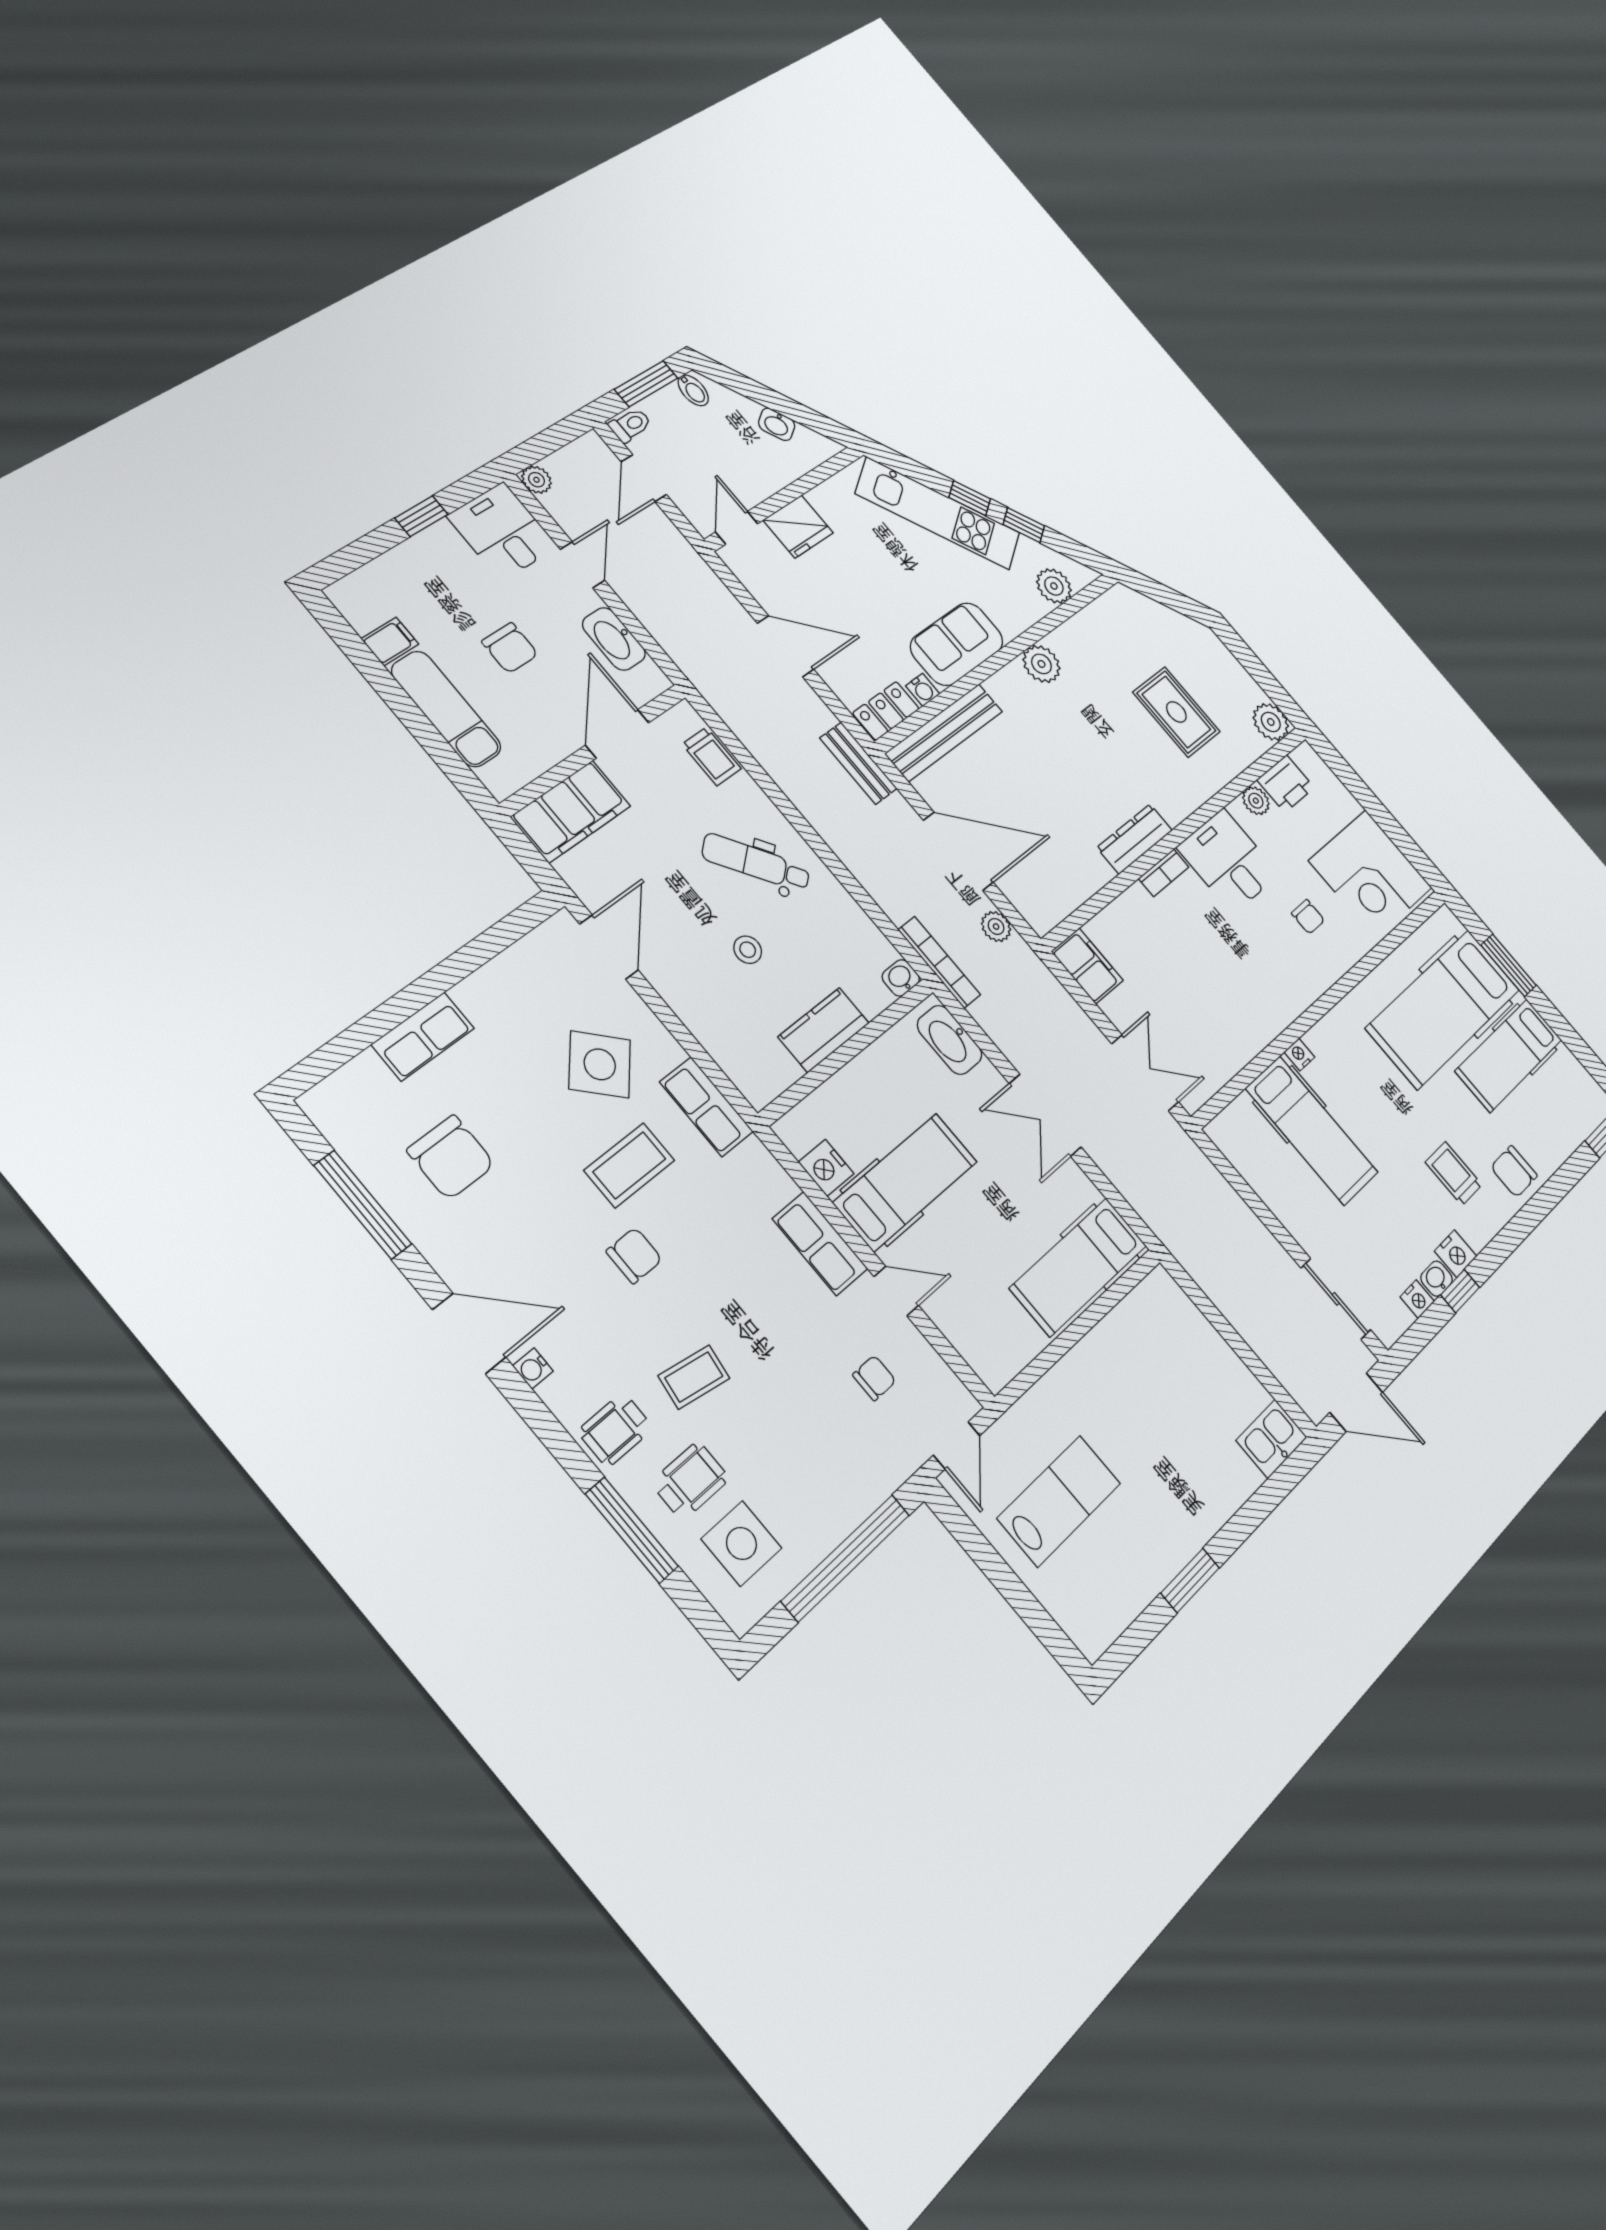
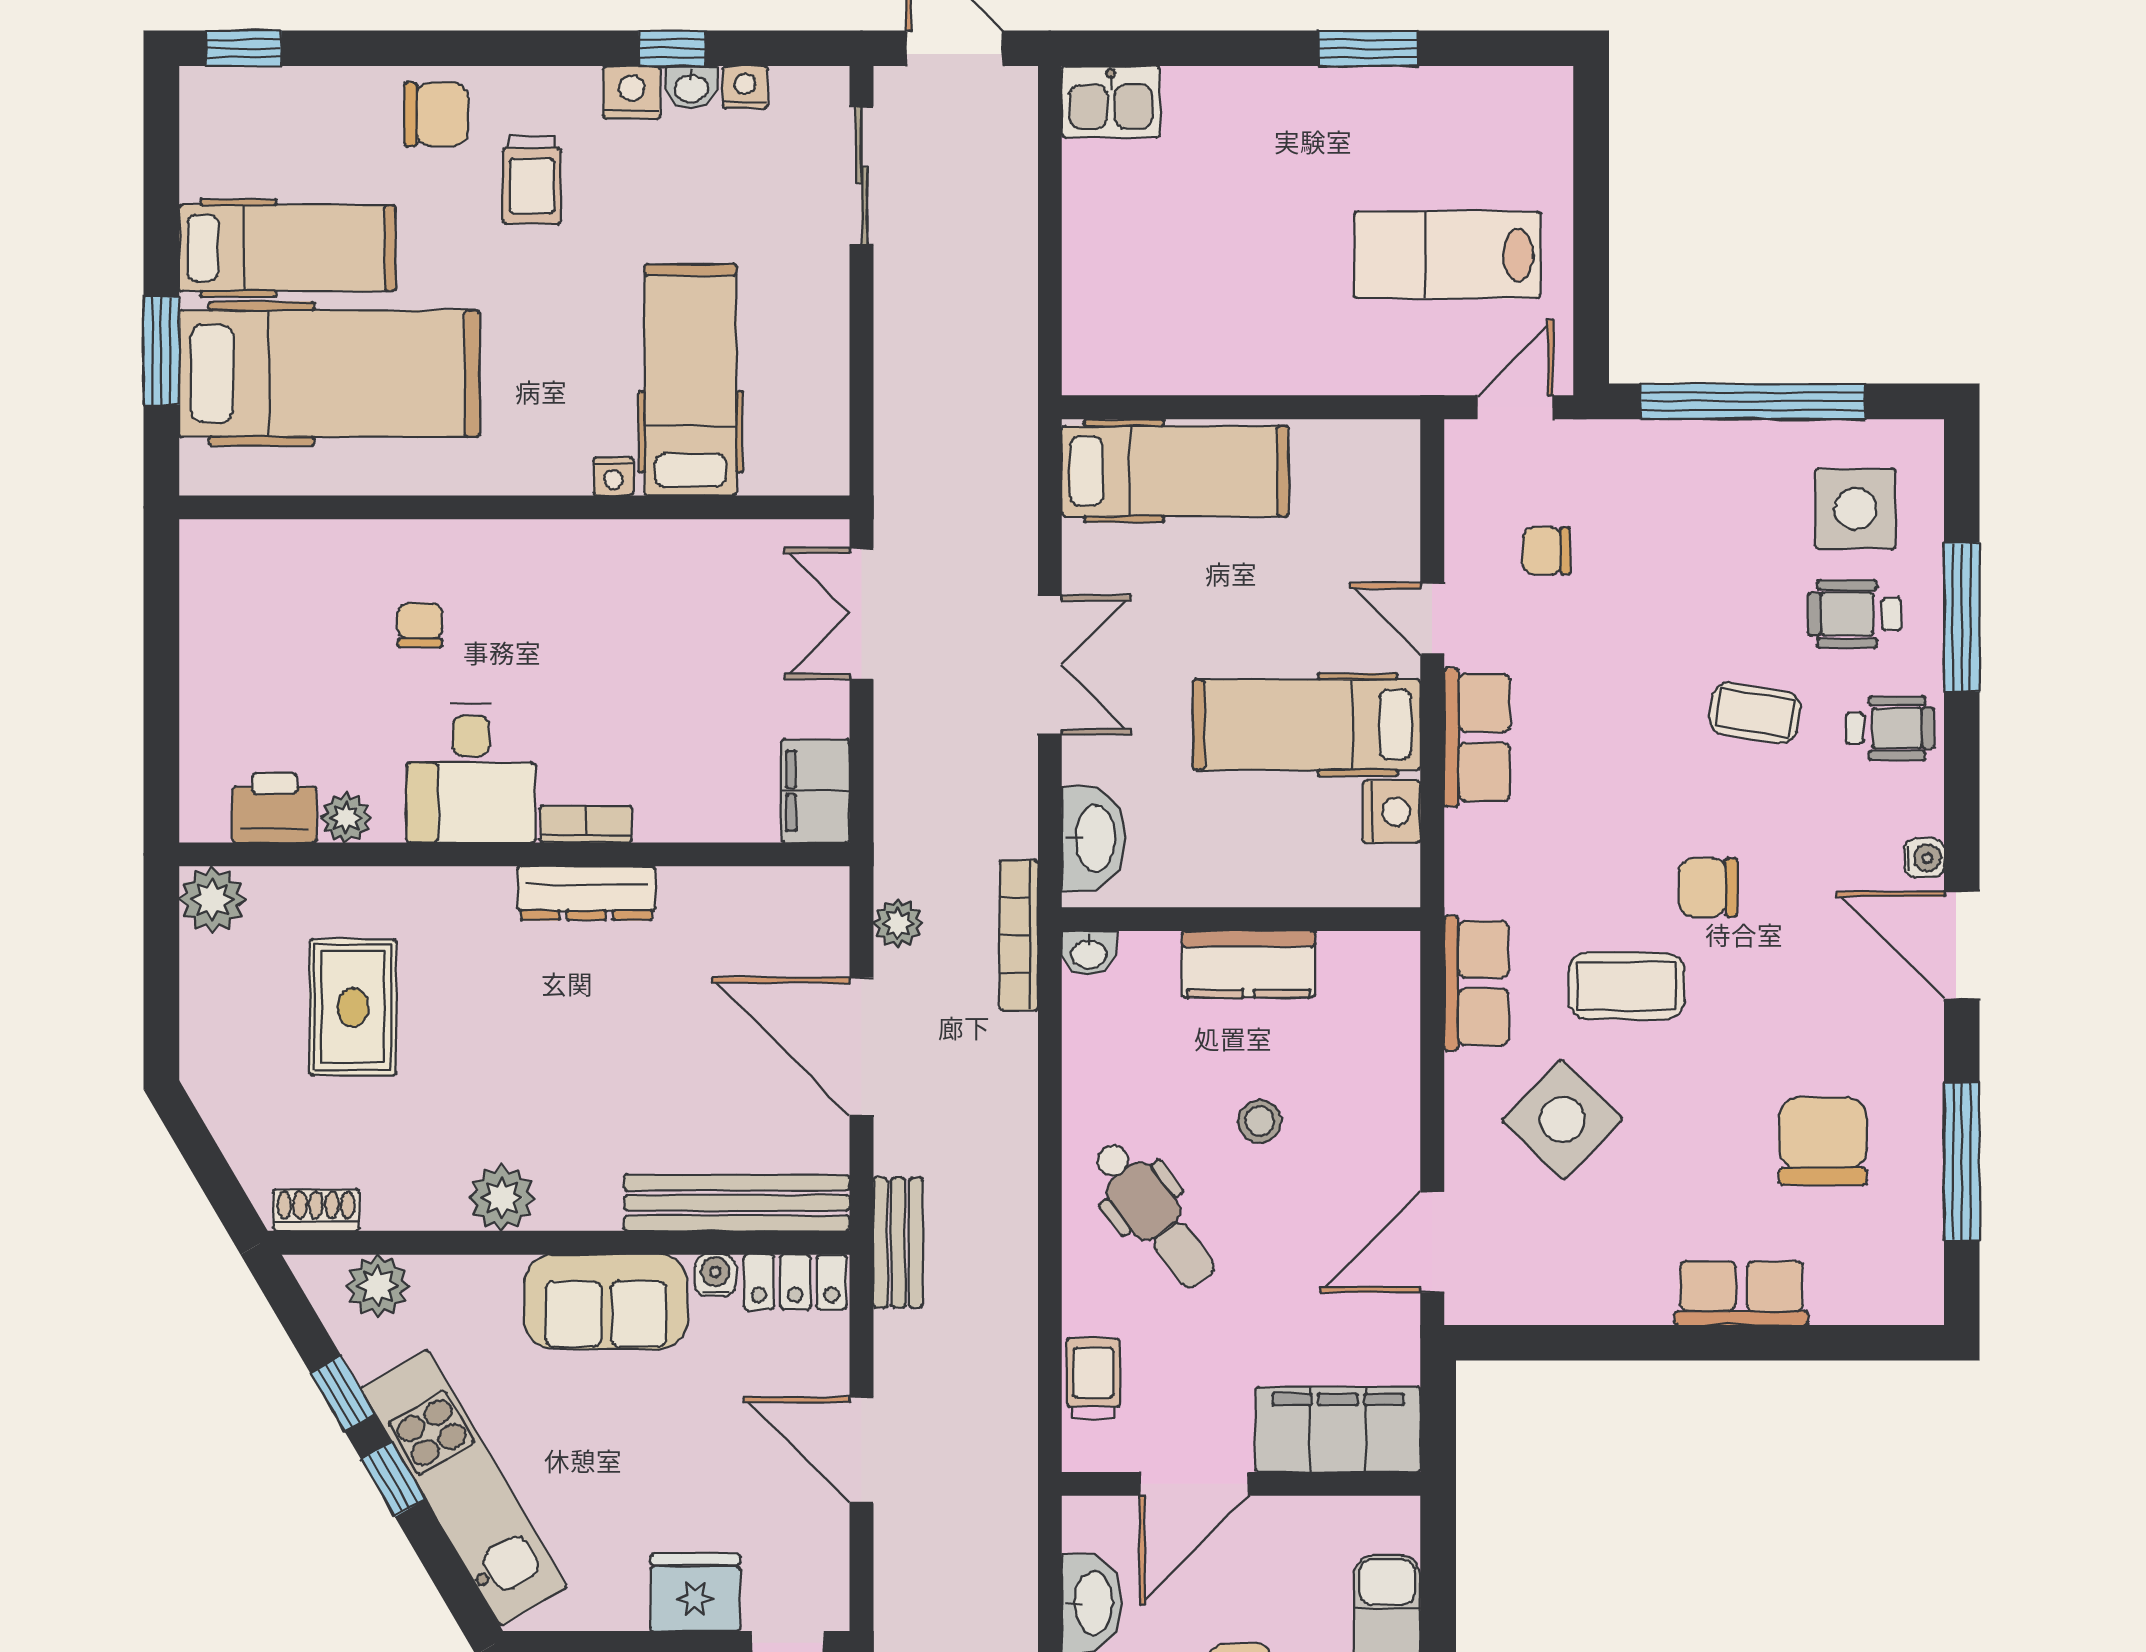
shoe rack: (1108, 605) -> (316, 1210), added
corner desk: (1371, 874) -> (262, 609), removed

